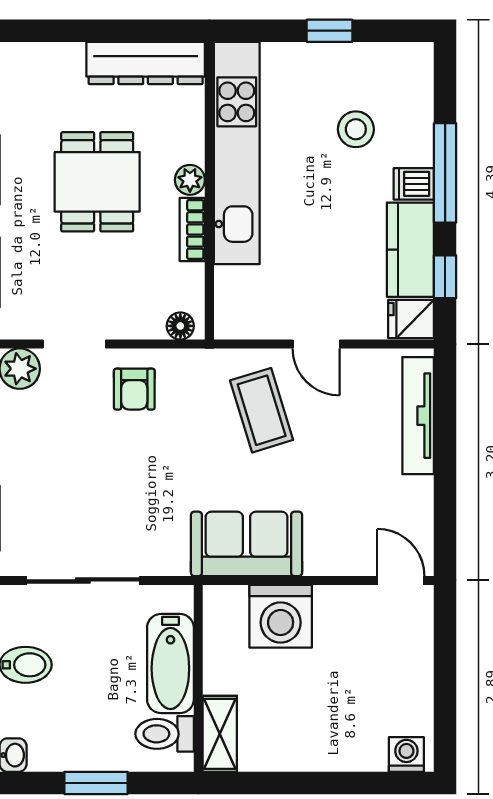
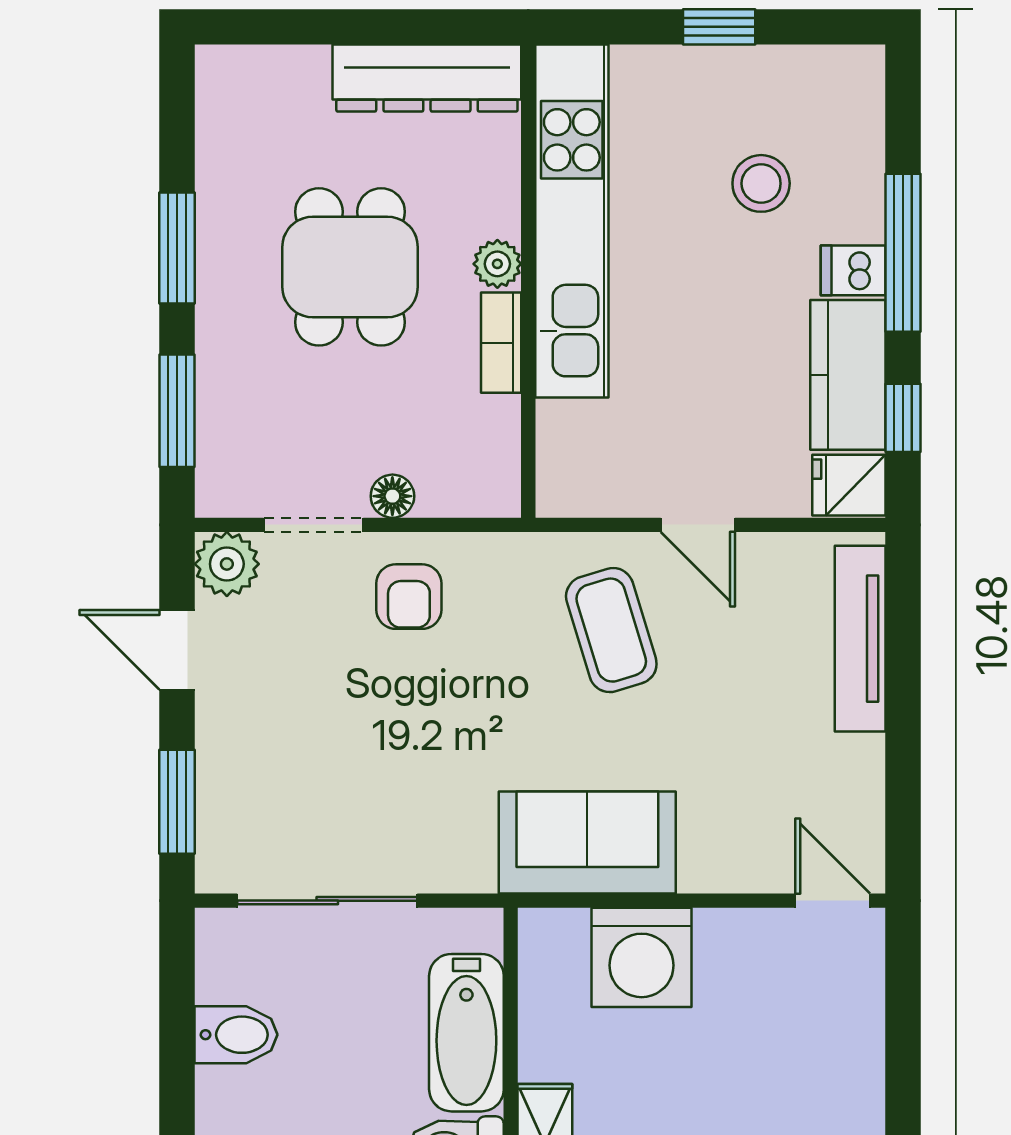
floor lamp: (180, 326) -> (392, 496), moved

